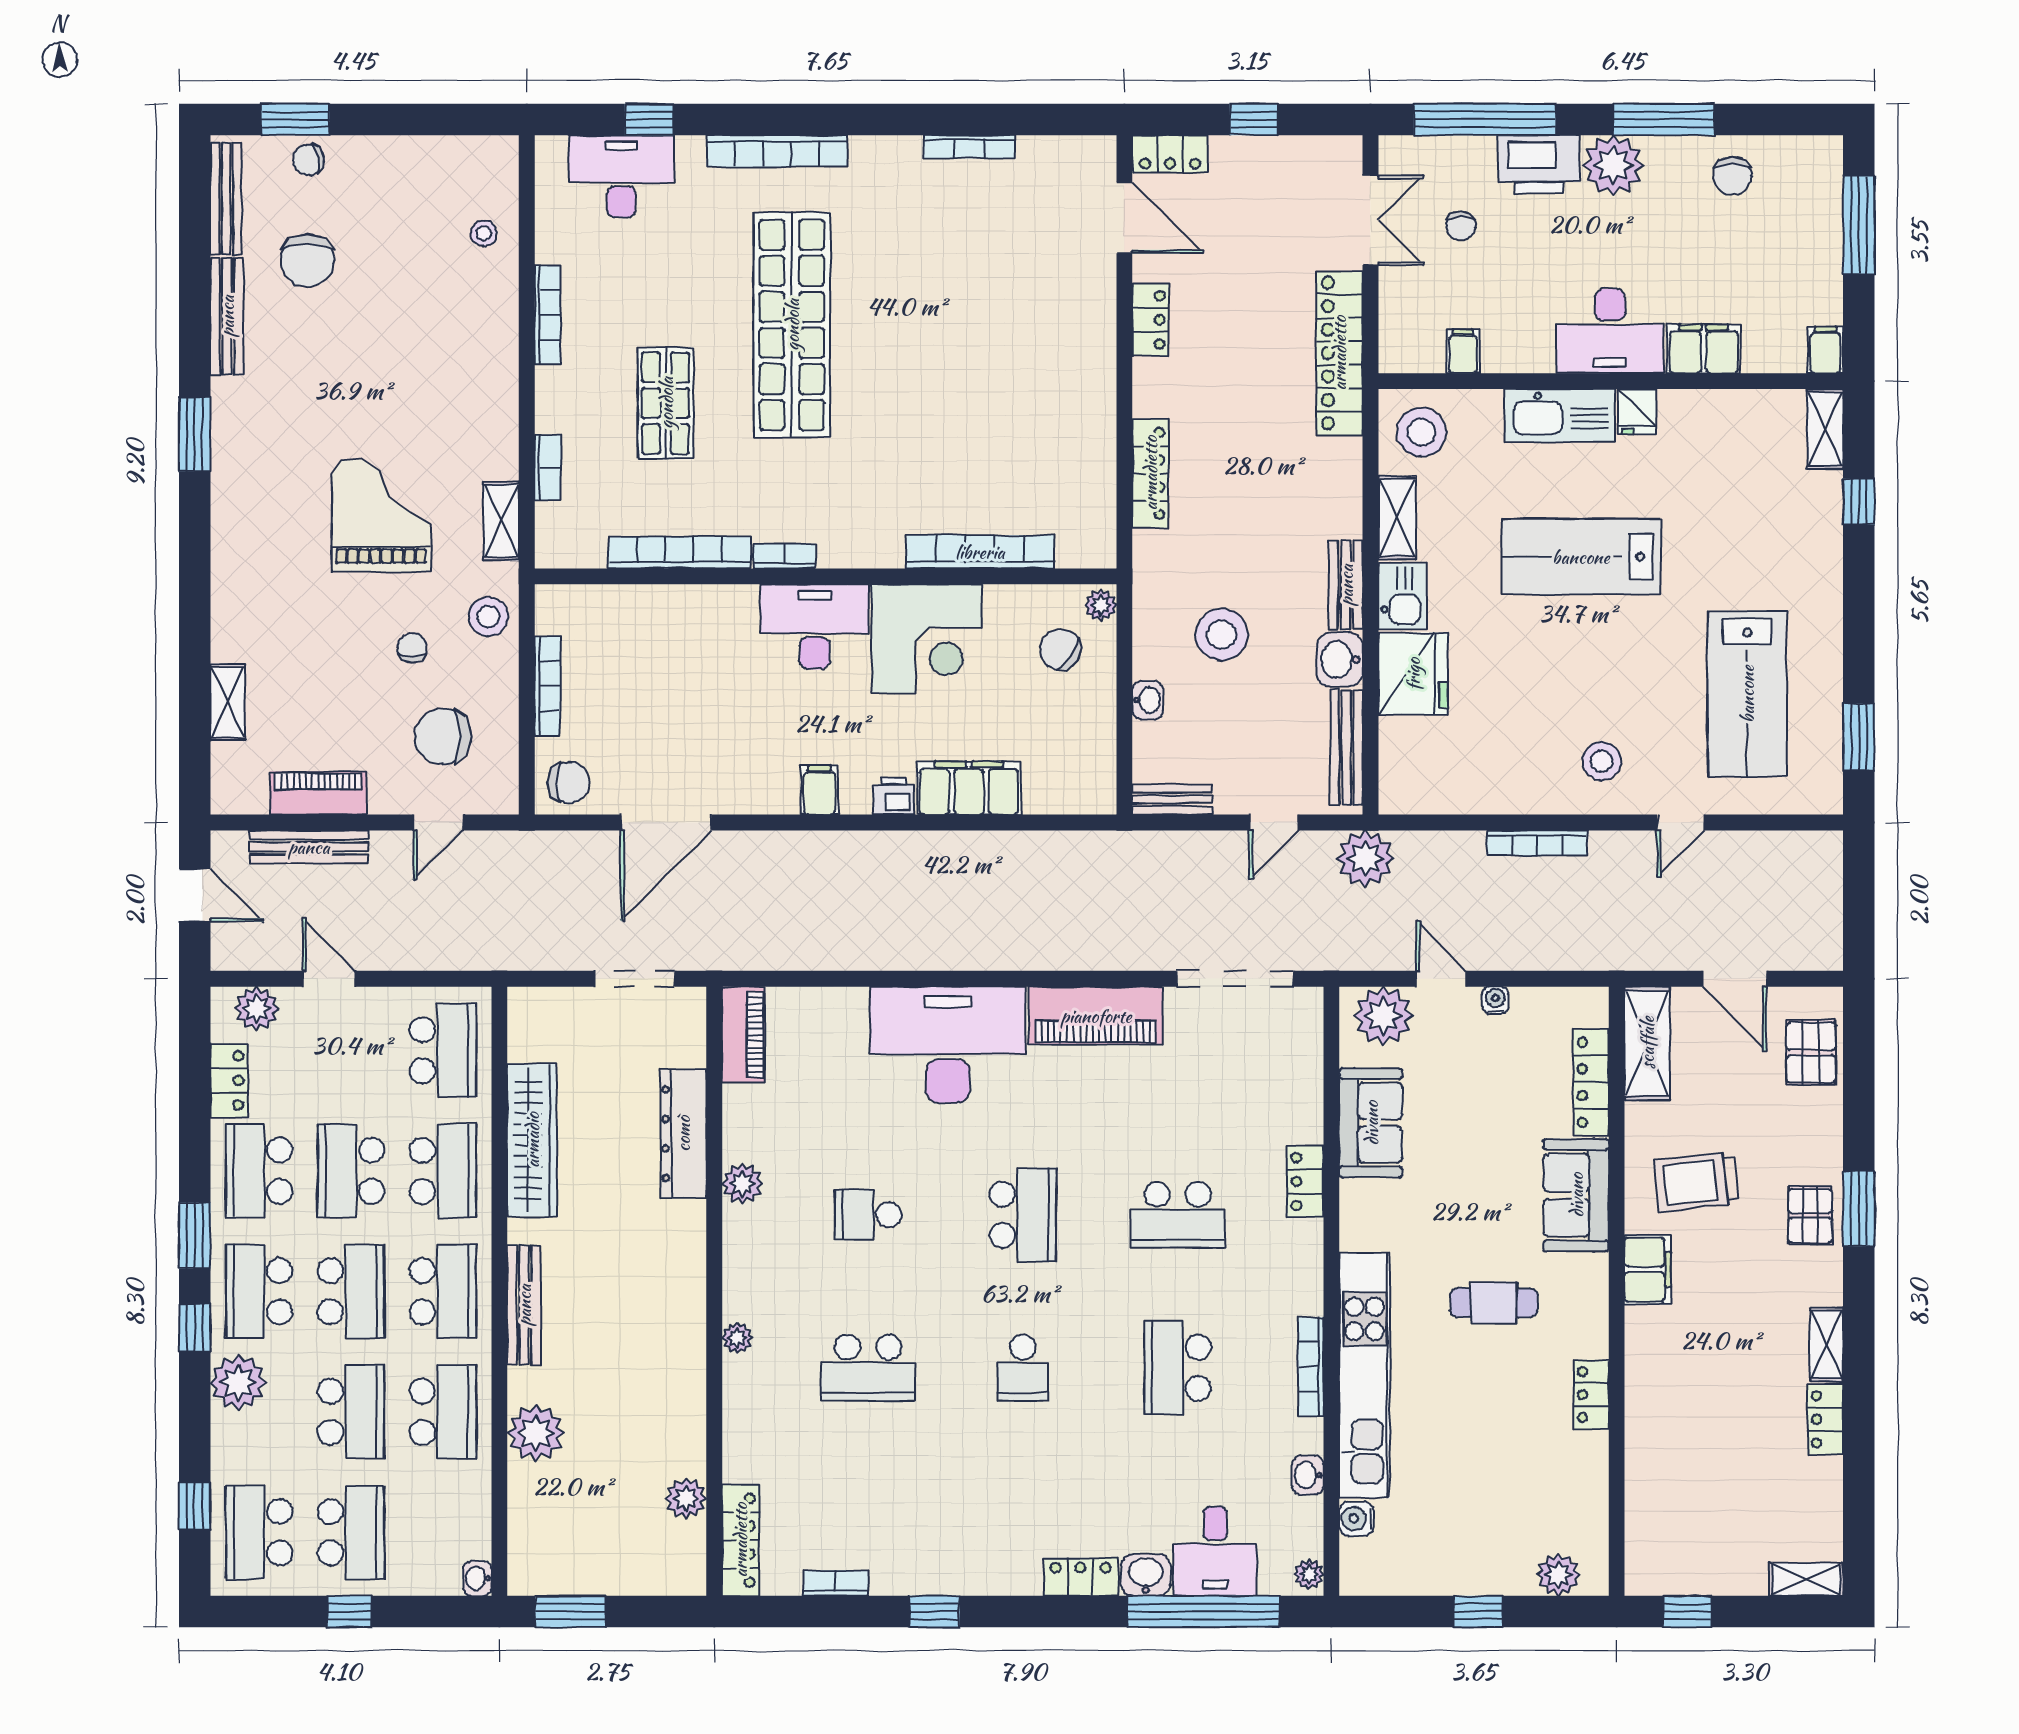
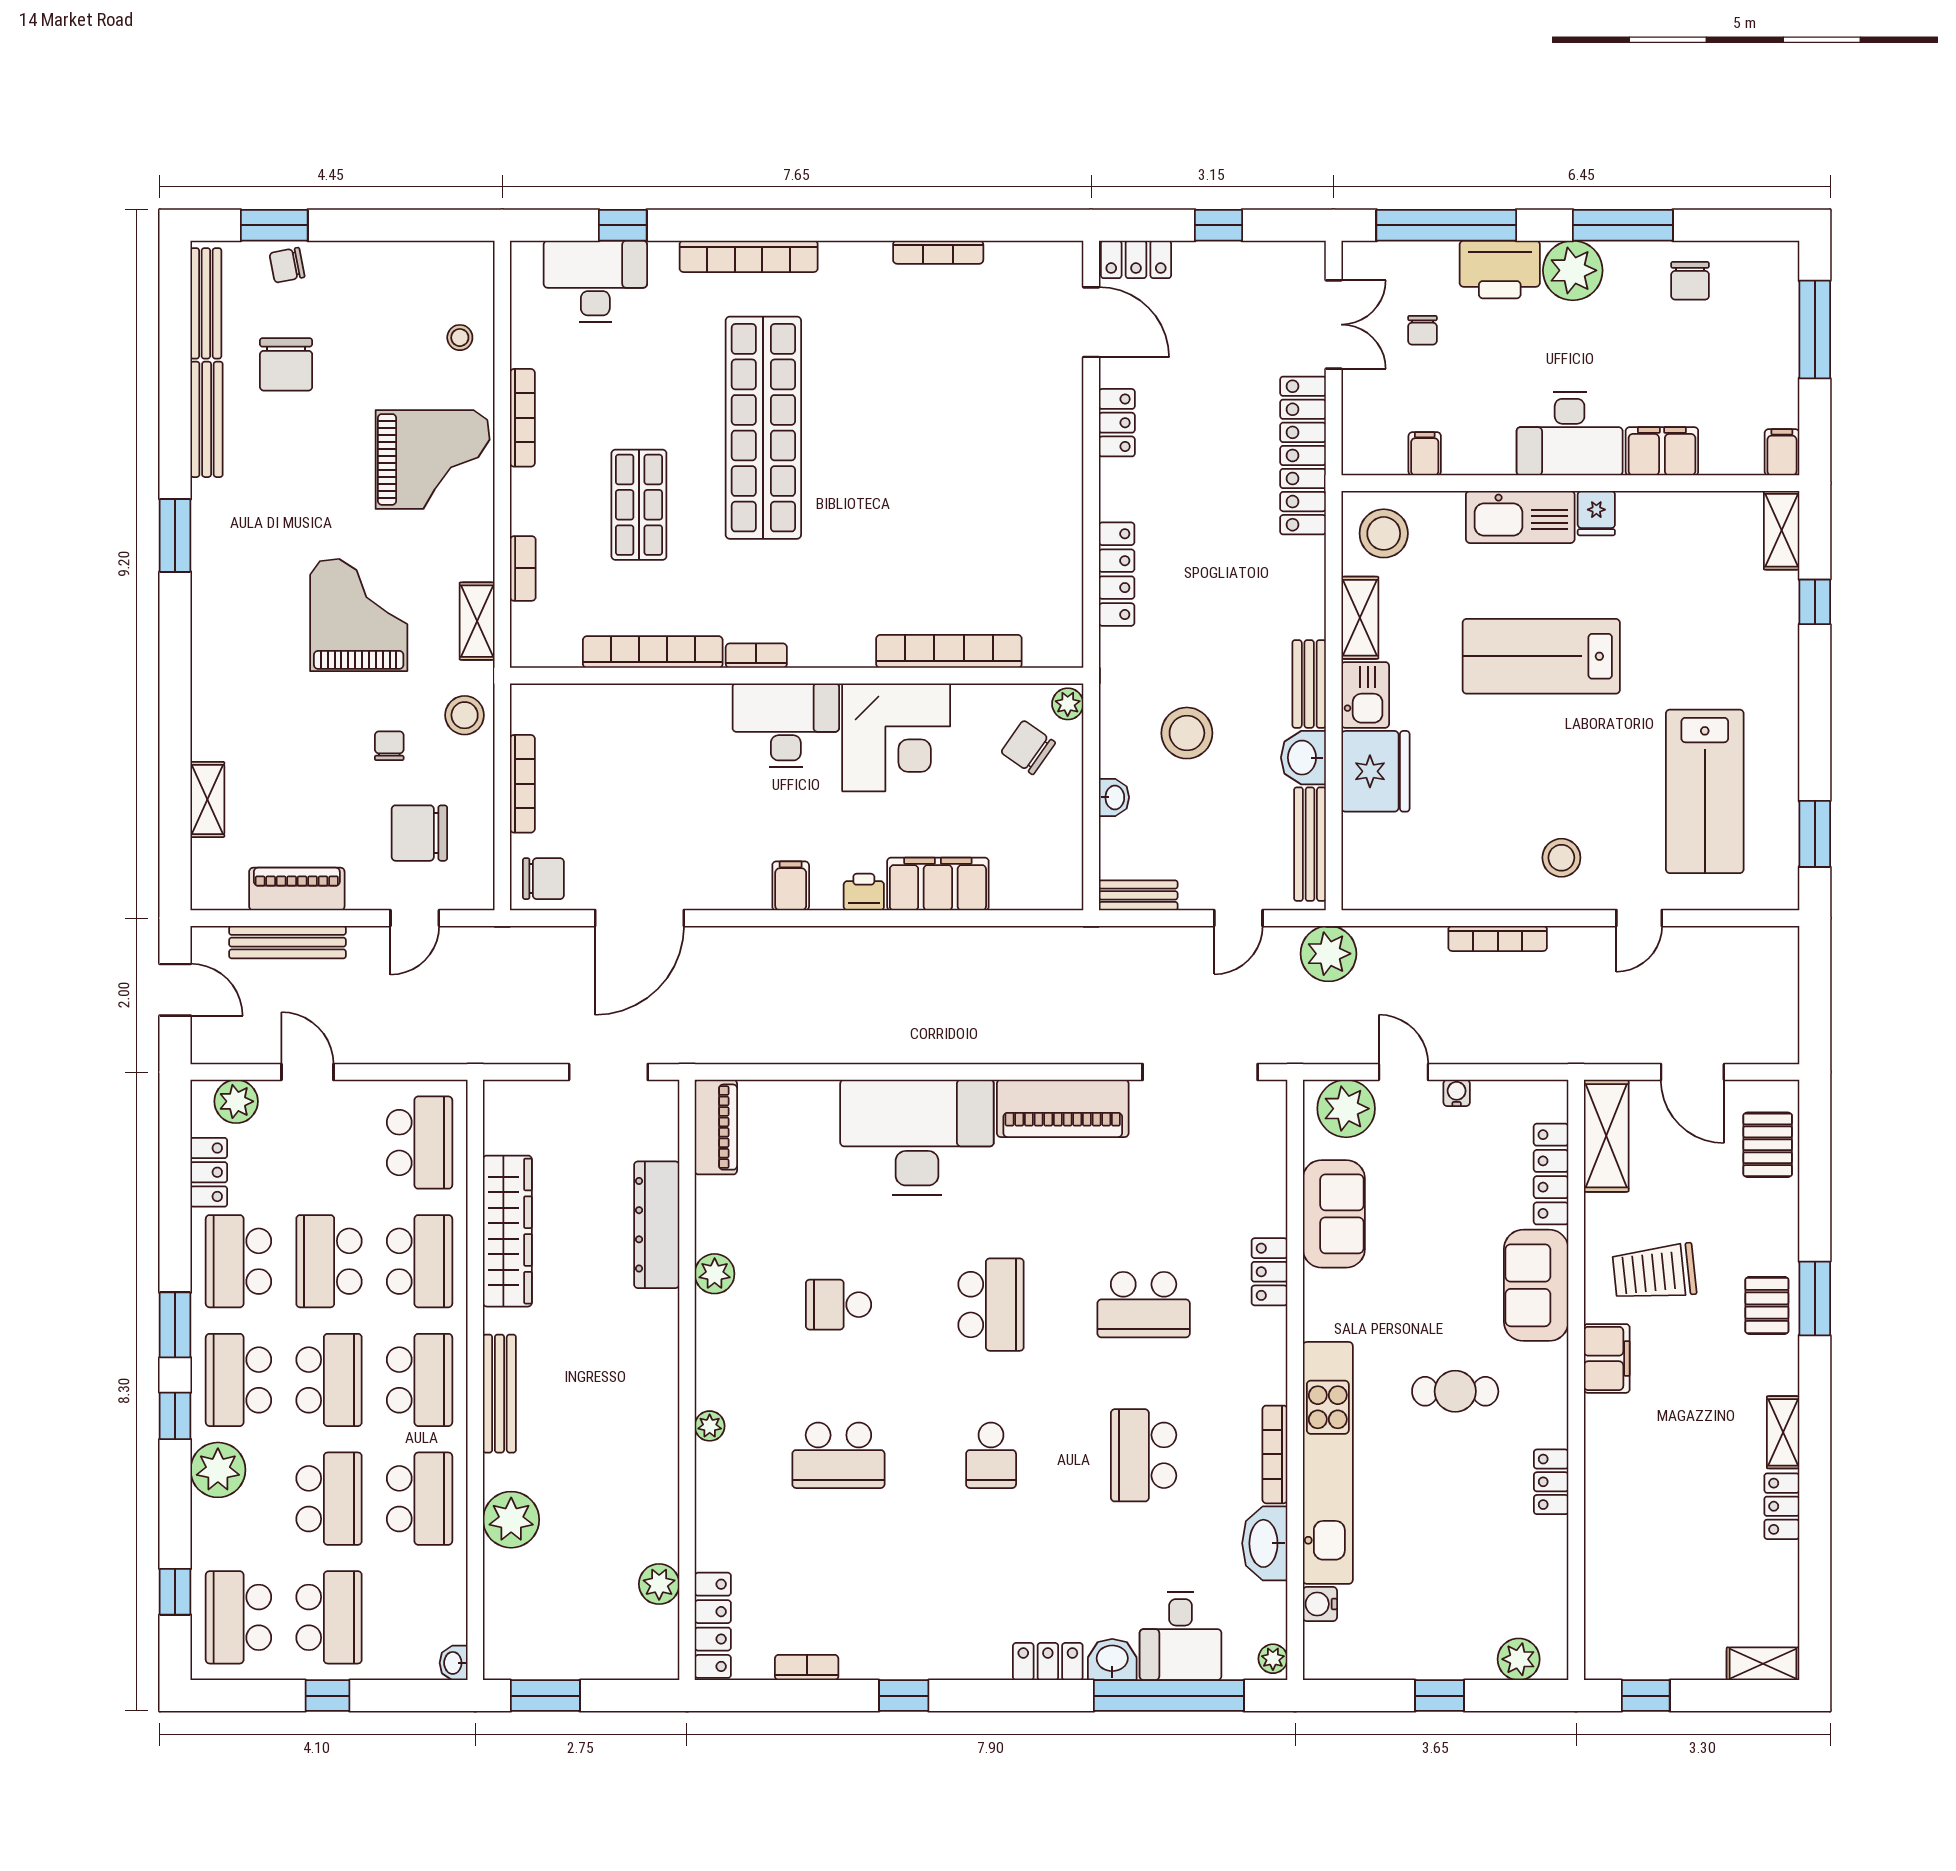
grand piano: (456, 357) -> (433, 459), added
washbasin: (1308, 1475) -> (1265, 1543), width x1.91, depth x1.45

